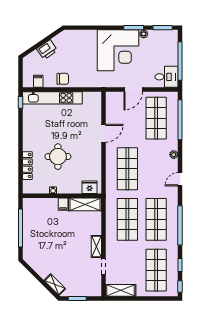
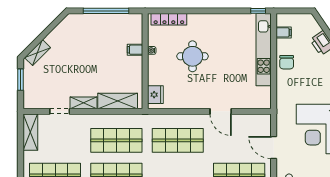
locker: (27, 166) -> (169, 19), moved
filing cabinet: (63, 204) -> (135, 50), moved
shelving: (85, 204) -> (118, 101), moved, turned 90

